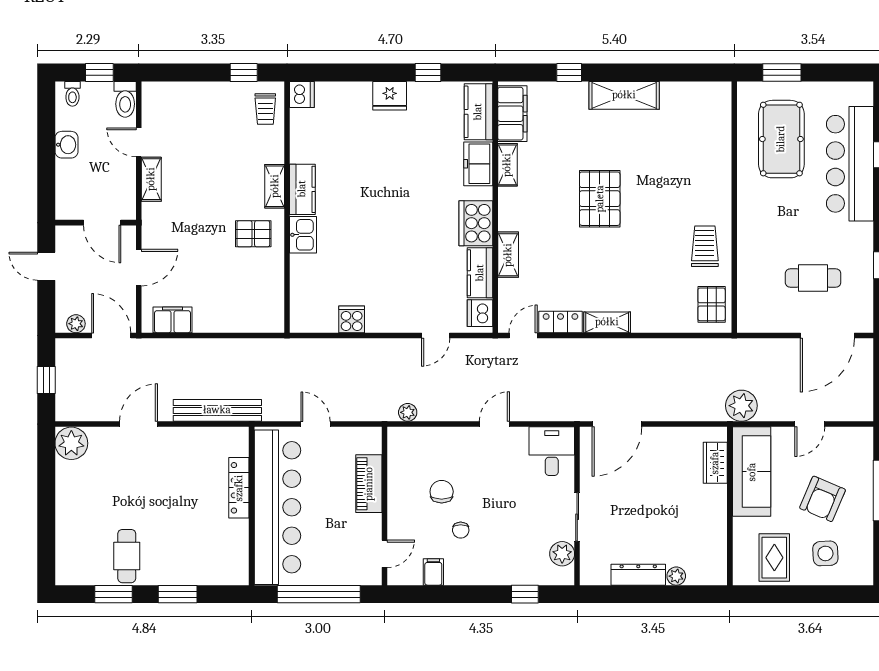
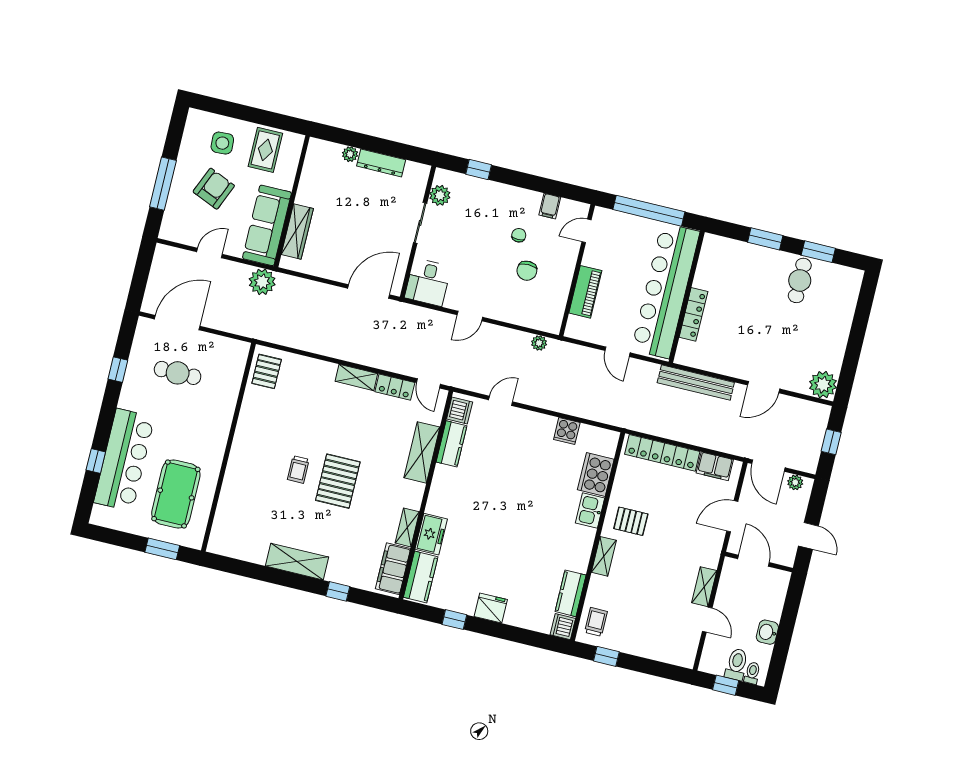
toilet: (125, 99) -> (737, 664), moved
kitchen counter: (302, 189) -> (571, 593), moved
cooker: (476, 223) -> (596, 475), moved, turned 180
trolley: (705, 246) -> (298, 469), moved, width x0.73, depth x0.72
shelving: (508, 255) -> (422, 452), width x1.50, depth x1.33
locker: (236, 321) -> (662, 453), added
door: (523, 336) -> (428, 383), hinge flipped
wardrobe: (715, 463) -> (297, 232), width x1.50

